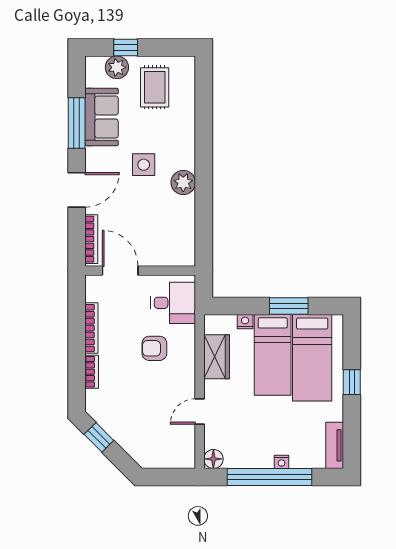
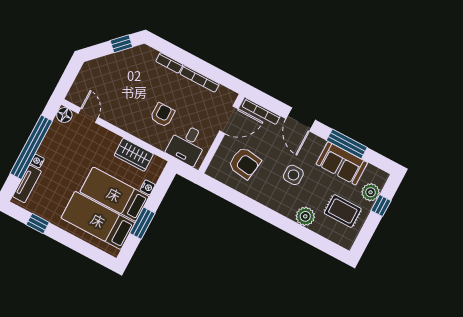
plant: (183, 182) -> (305, 216), moved
armchair: (160, 227) -> (245, 163), added
window: (352, 382) -> (38, 224), moved
door: (200, 411) -> (88, 115), moved
tv unit: (335, 445) -> (27, 184), moved, turned 90

